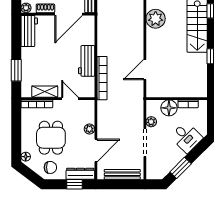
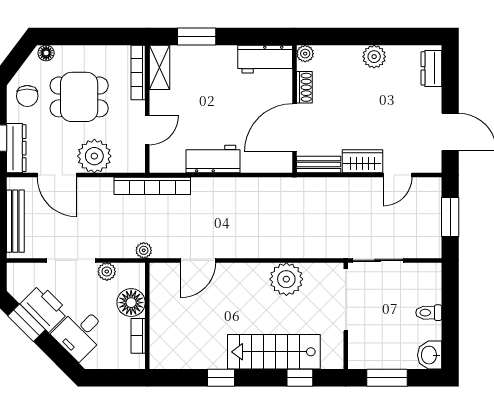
door: (69, 14) -> (294, 128), hinge flipped
door: (145, 69) -> (198, 260), swing flipped
bookcase: (102, 78) -> (152, 186), moved
shelving: (45, 92) -> (159, 67), moved
plant: (139, 101) -> (144, 250), added
plant: (89, 129) -> (94, 156), width x1.87, depth x1.87
printer: (172, 157) -> (45, 308), added

